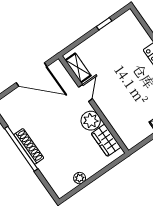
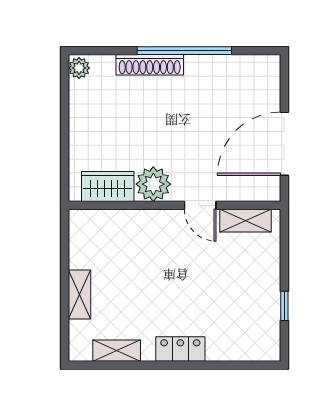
shoe rack: (29, 146) -> (150, 65), moved
plant: (80, 178) -> (79, 68), moved

